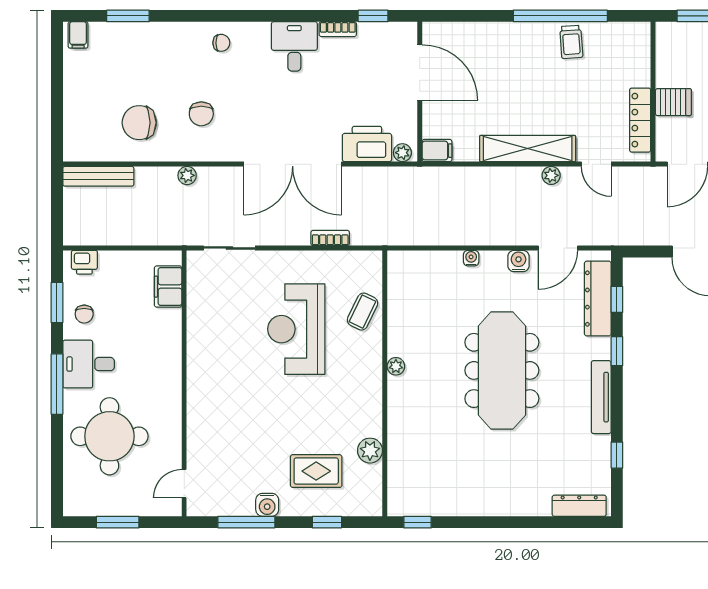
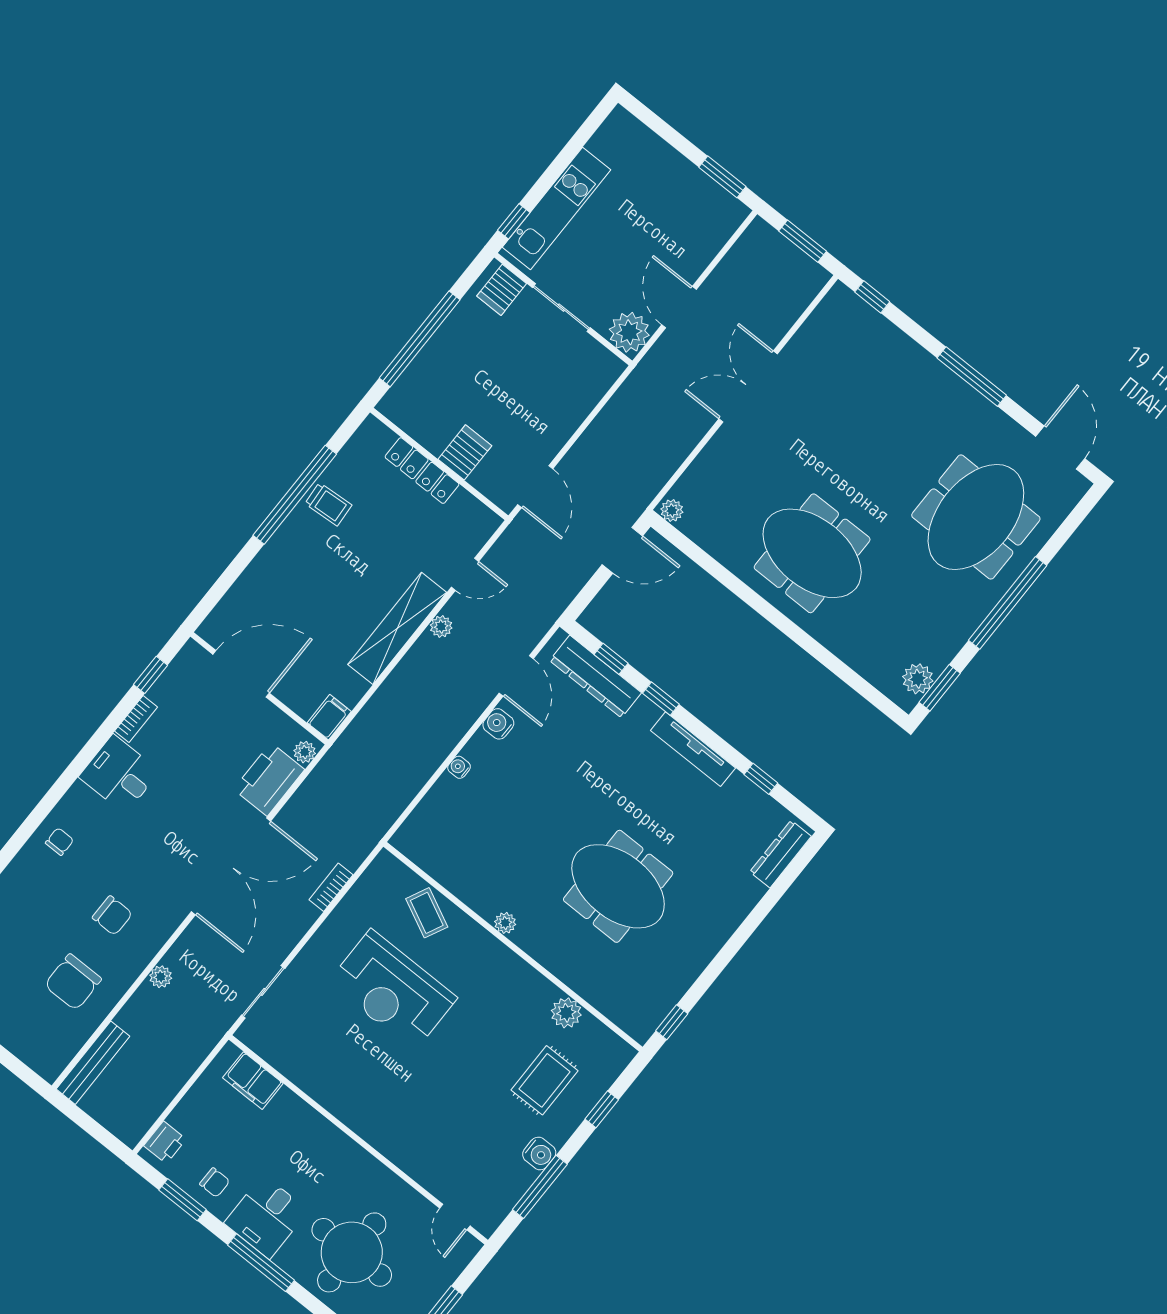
locker: (640, 120) -> (422, 471), moved
meeting table: (502, 370) -> (618, 886), moved, width x0.73

